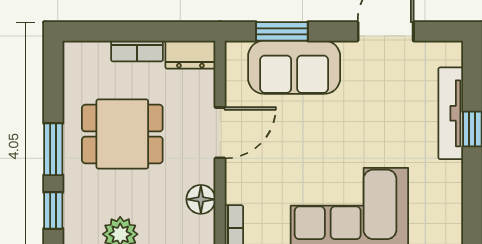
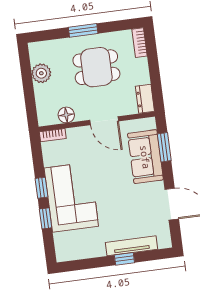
bookcase: (137, 51) -> (140, 43), moved
dining table: (122, 134) -> (96, 67), turned 90
window: (53, 210) -> (50, 35), removed

